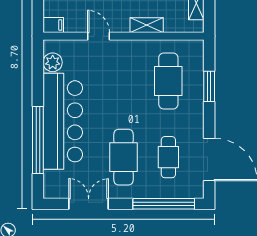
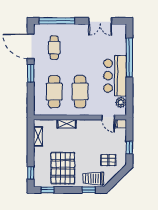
door: (99, 36) -> (108, 117), moved
window: (209, 86) -> (31, 73), moved
bar counter: (63, 121) -> (115, 76), width x0.73
cafe table: (123, 157) -> (80, 92), moved

